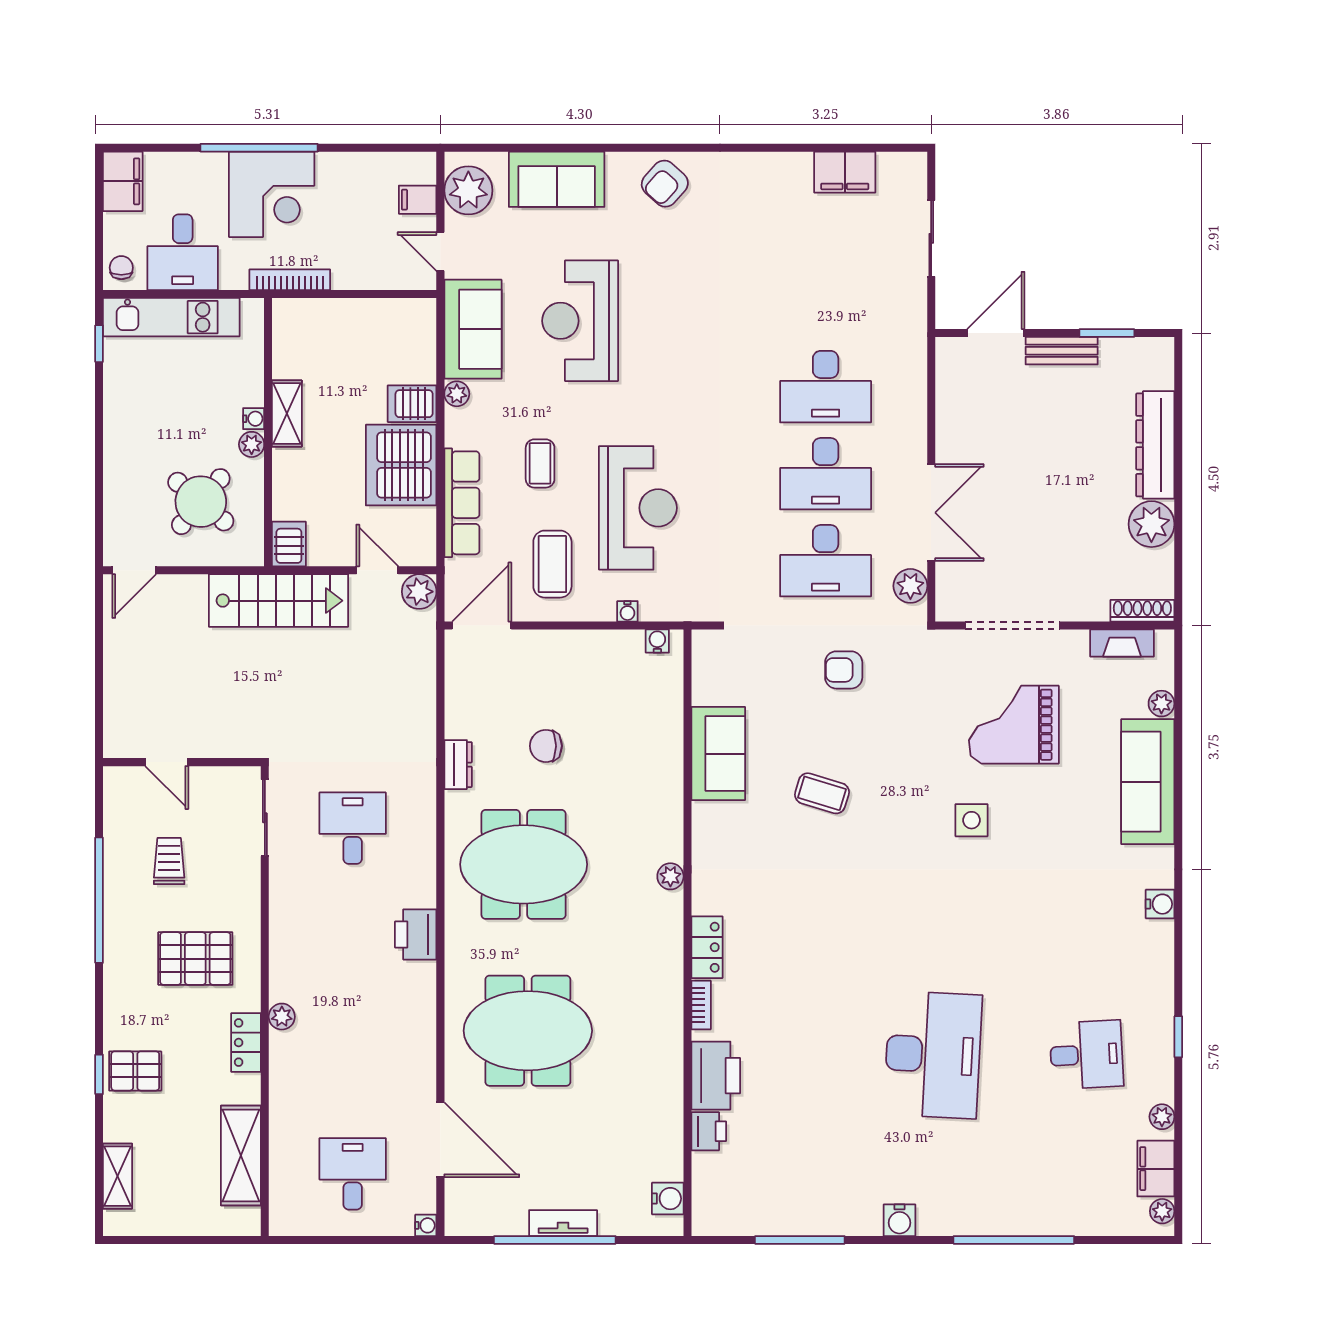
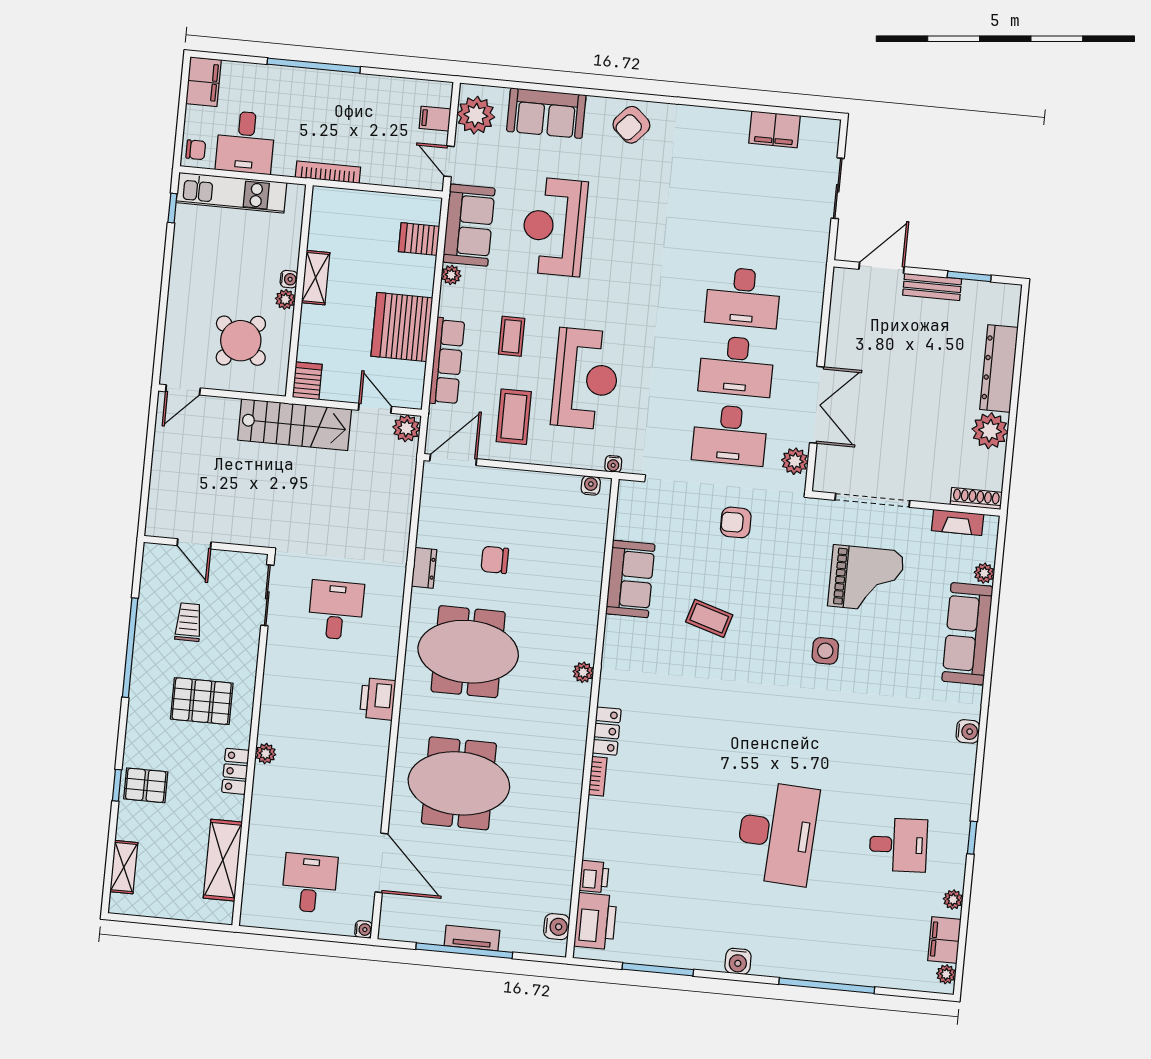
corner desk: (272, 194) -> (320, 103), removed
chair: (121, 268) -> (196, 150), turned 90
server rack: (412, 404) -> (419, 239), moved
water cooler: (627, 611) -> (613, 464), moved
grand piano: (1014, 725) -> (866, 579), turned 180
printer: (716, 1076) -> (595, 921), moved

